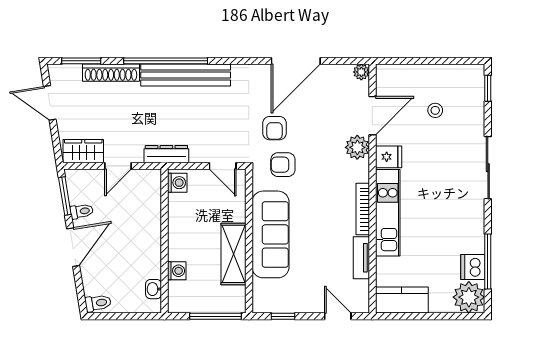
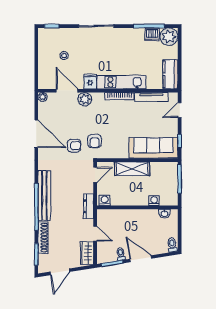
sofa: (270, 234) -> (153, 148), moved
shelving: (233, 254) -> (132, 169), moved
tv unit: (361, 258) -> (152, 97), width x1.41

